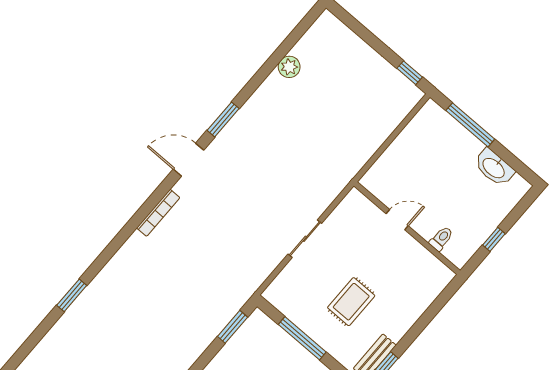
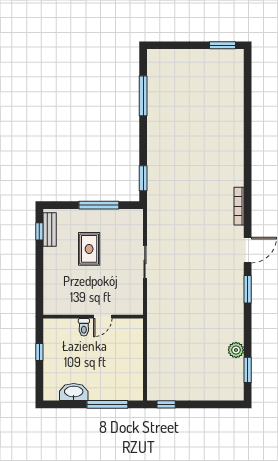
toilet: (441, 239) -> (84, 327), moved
window: (72, 295) -> (248, 370), moved

